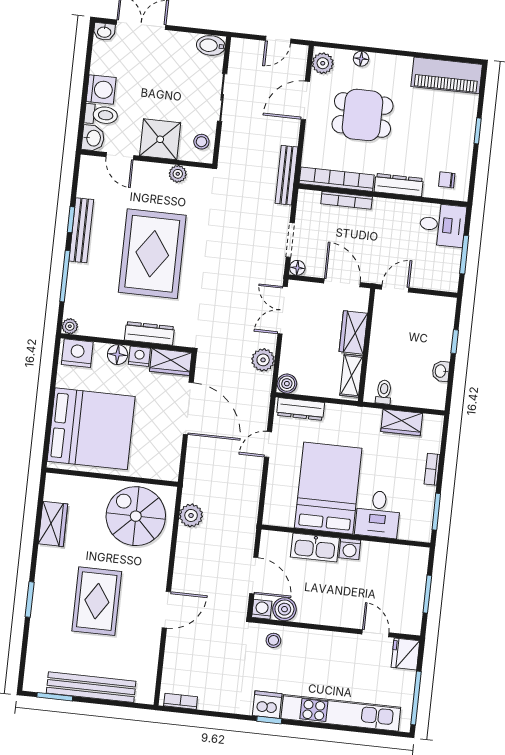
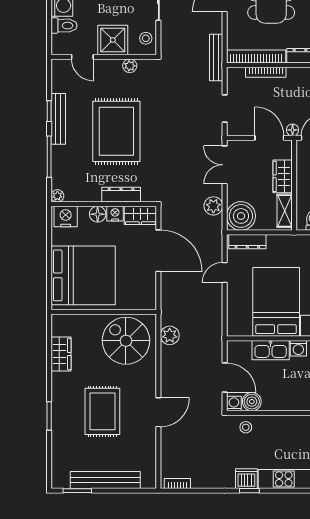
washbasin: (93, 138) -> (60, 45), removed
floor lamp: (297, 268) -> (293, 130), moved
boiler: (287, 384) -> (241, 216), width x1.86, depth x1.86

